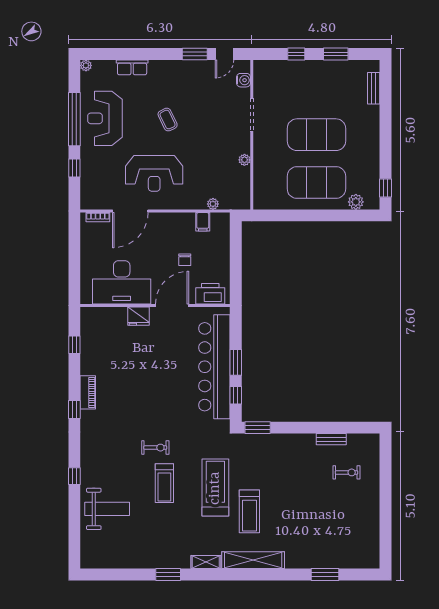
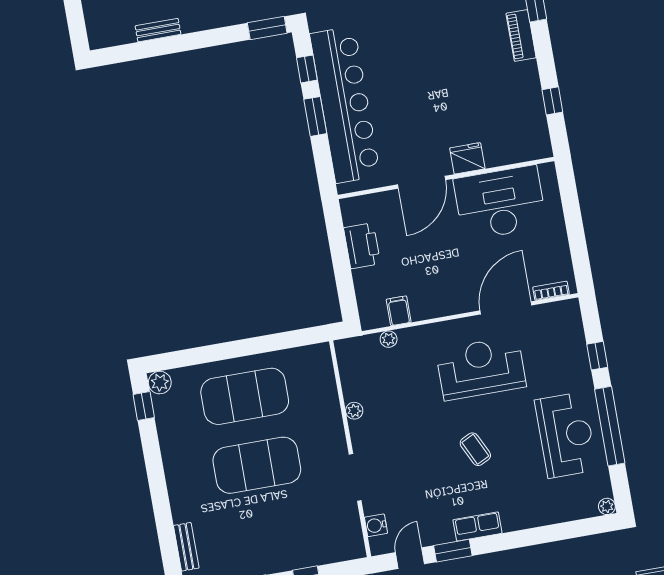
row of seats: (132, 67) -> (477, 526), moved
plant: (356, 202) -> (160, 383), moved
chair: (185, 260) -> (415, 251), removed
printer: (210, 294) -> (362, 246), moved, turned -90

